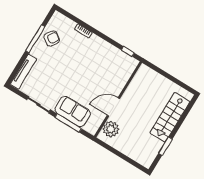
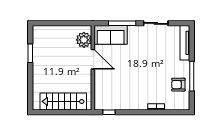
armchair: (52, 38) -> (178, 85), turned 55
door: (113, 107) -> (93, 59), hinge flipped
sofa: (73, 111) -> (111, 35), moved
stairs: (170, 117) -> (63, 101), moved, turned -90

